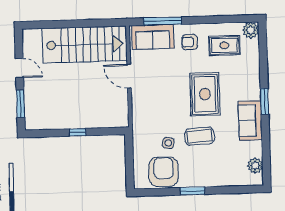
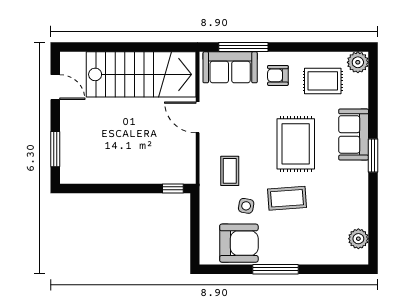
door: (19, 68) -> (55, 87), moved
coffee table: (155, 116) -> (230, 171), added
sofa: (250, 121) -> (354, 134), moved
window: (78, 132) -> (173, 188), moved
armchair: (164, 172) -> (239, 243), turned 90
window: (192, 191) -> (276, 269), width x1.44

